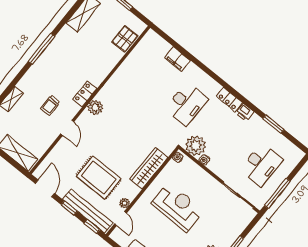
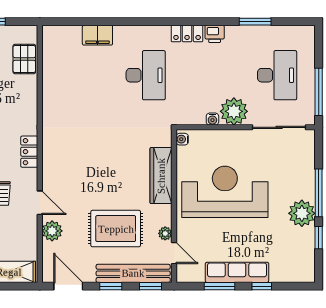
plant: (95, 108) -> (52, 231), moved
plant: (196, 146) -> (234, 111), moved
reception desk: (178, 207) -> (225, 192), width x1.36, depth x1.30

